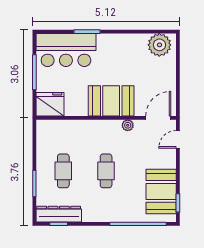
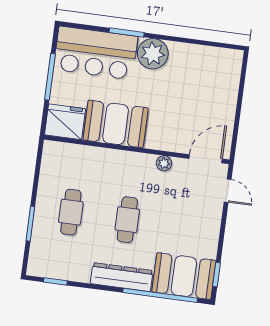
plant: (159, 45) -> (153, 54), moved
booth: (111, 101) -> (116, 124), moved
door: (178, 139) -> (228, 191), swing flipped
booth: (161, 191) -> (184, 276), moved, turned 90
dresser: (59, 214) -> (122, 277), moved

